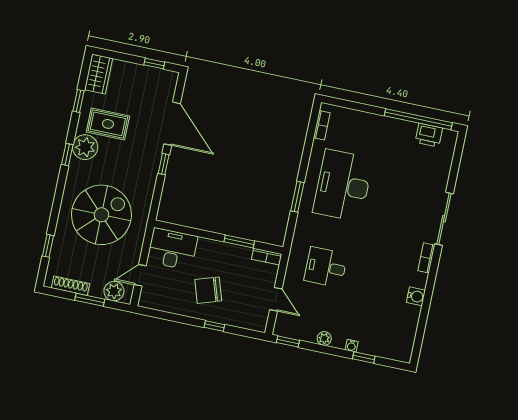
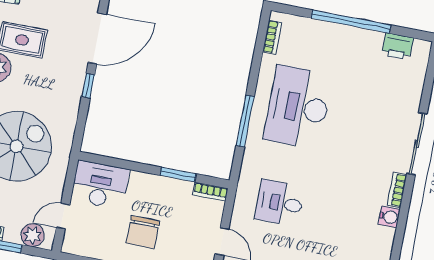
window: (418, 119) -> (351, 22), moved
door: (172, 124) -> (97, 38), hinge flipped
window: (297, 197) -> (245, 121), width x1.44
chair: (208, 290) -> (143, 232), turned -72
water cooler: (416, 296) -> (389, 217), moved

